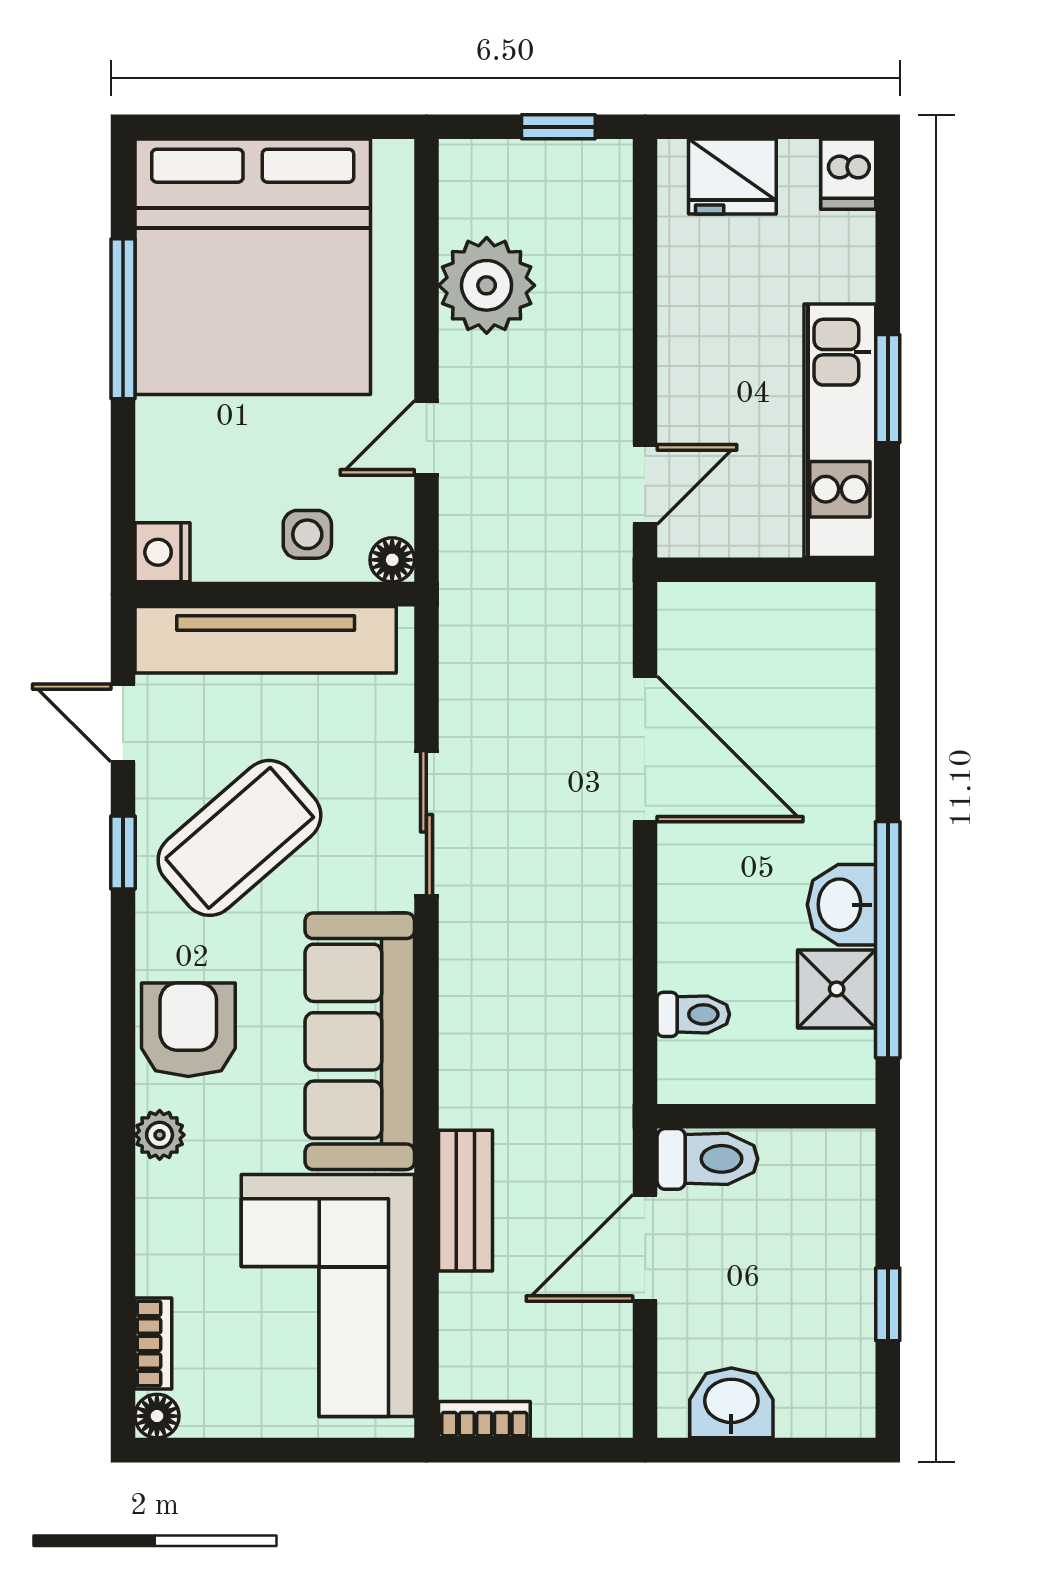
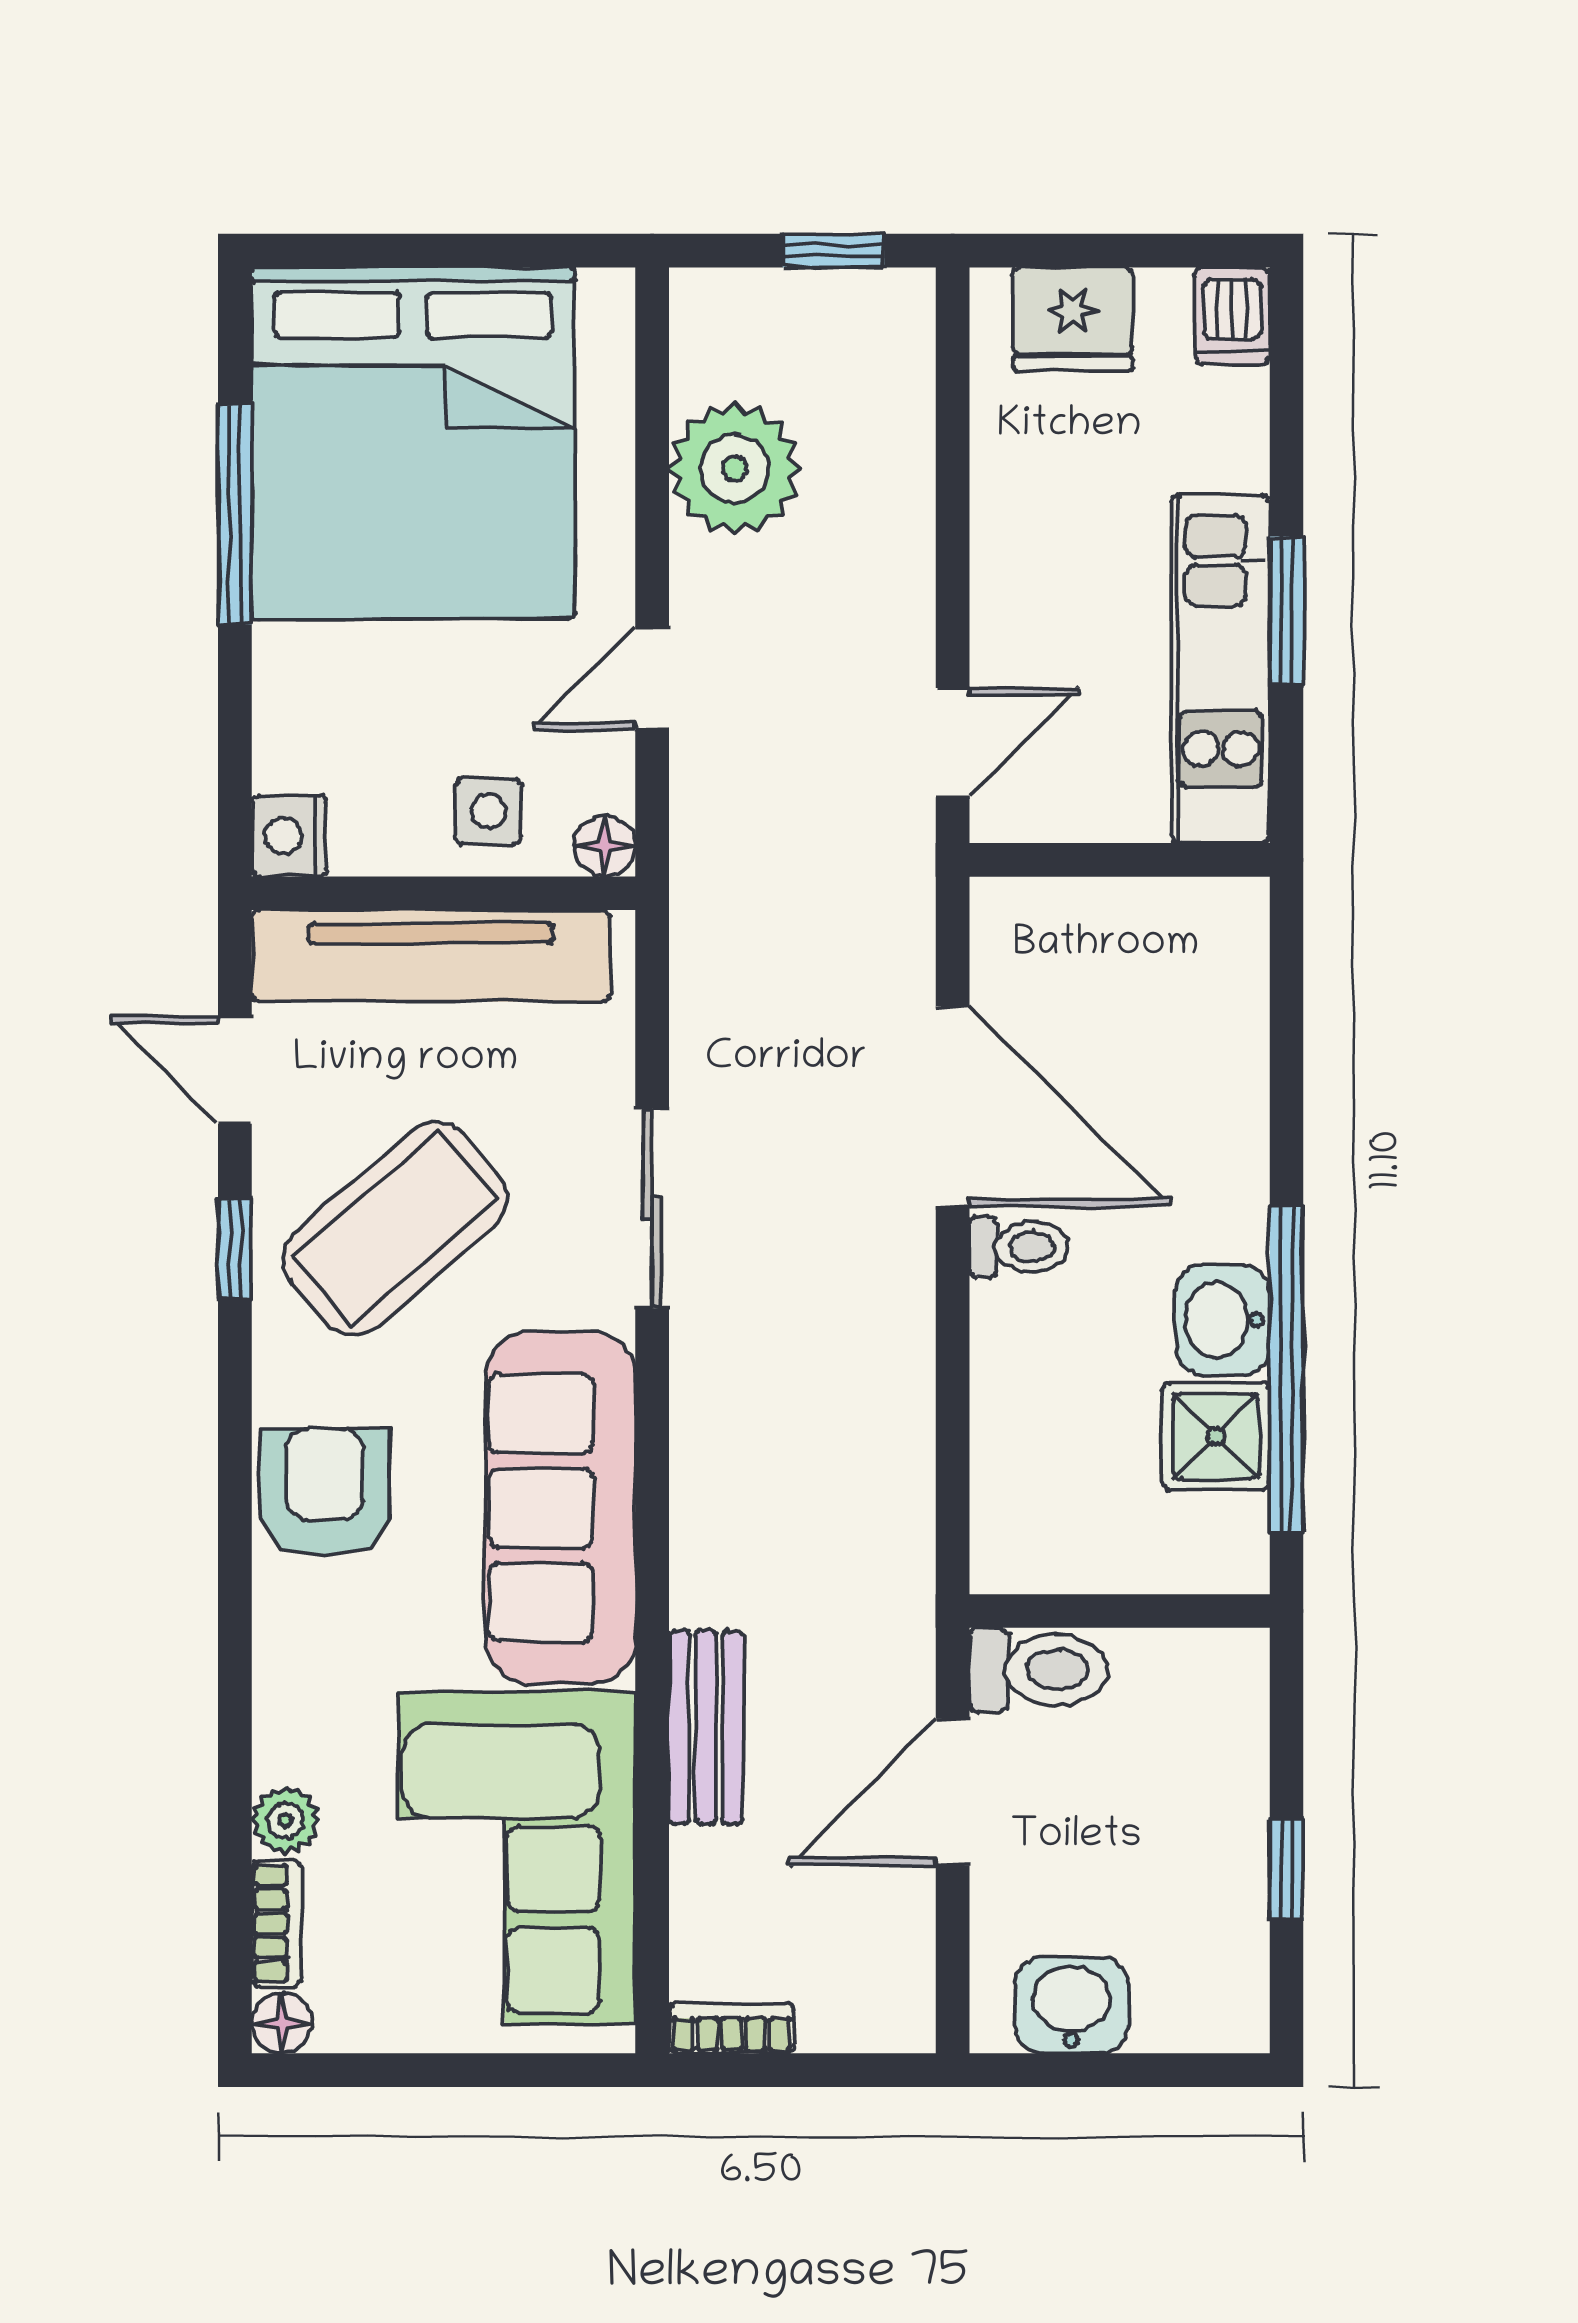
toilet: (693, 1014) -> (1019, 1247), moved
plant: (160, 1135) -> (285, 1820), moved

